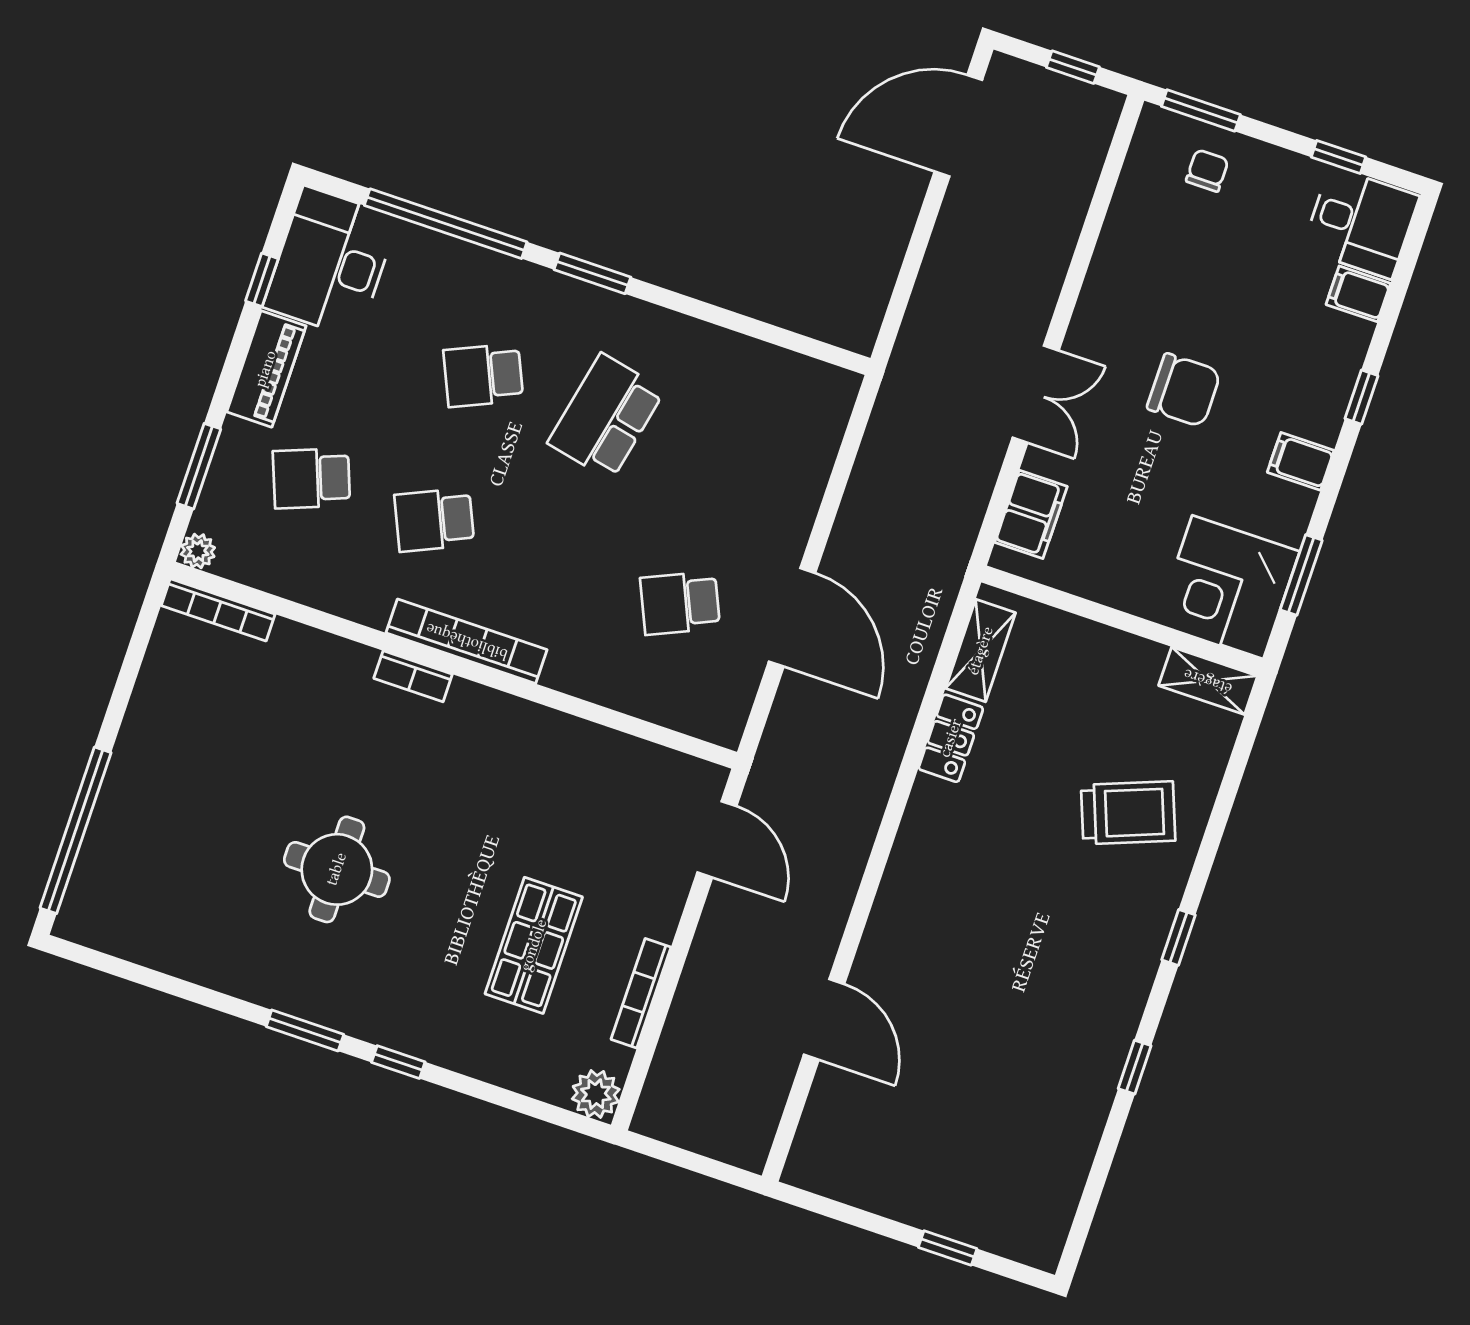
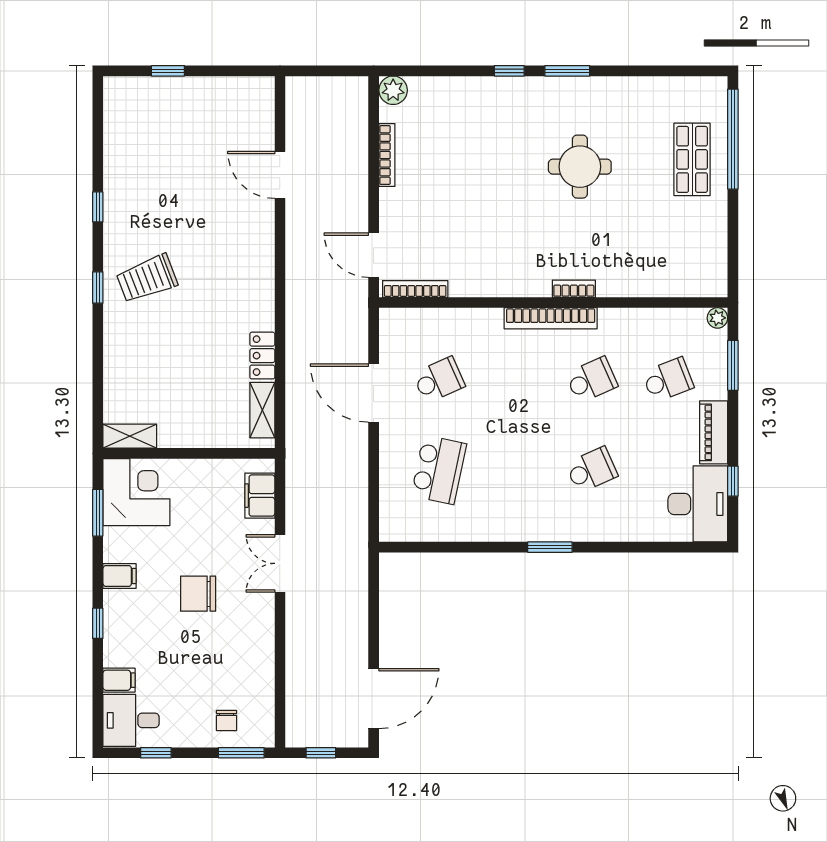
window: (446, 224) -> (641, 547), removed
school desk: (606, 417) -> (439, 470), moved
bookcase: (218, 610) -> (415, 289), moved
trolley: (1128, 813) -> (147, 279), moved
shop shelf: (534, 945) -> (692, 159), moved

